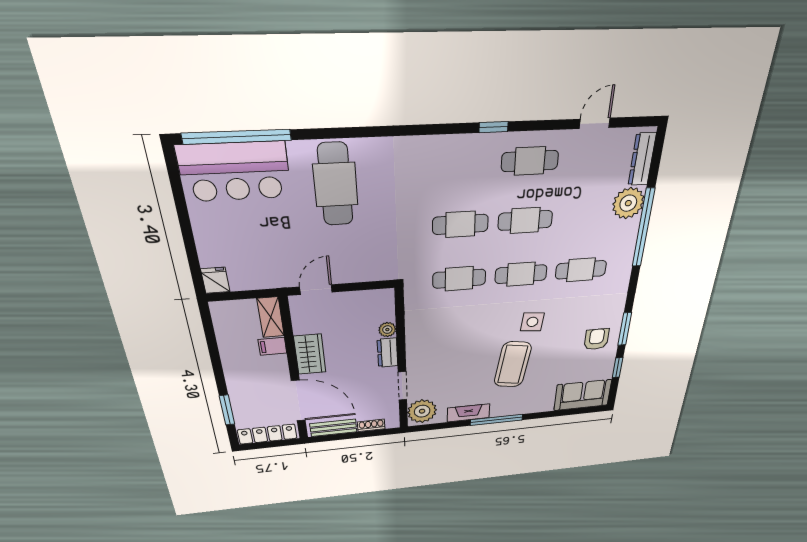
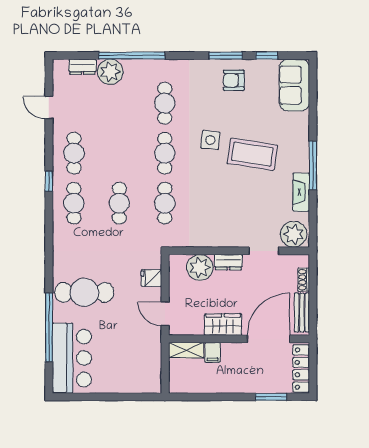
window: (237, 137) -> (49, 327), moved
dresser: (642, 159) -> (82, 67), width x0.70
cafe table: (525, 220) -> (74, 203), moved
fridge: (215, 280) -> (151, 278), moved
plant: (387, 330) -> (200, 267), width x1.88, depth x1.88

